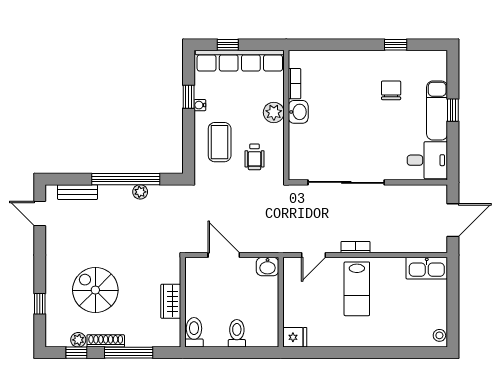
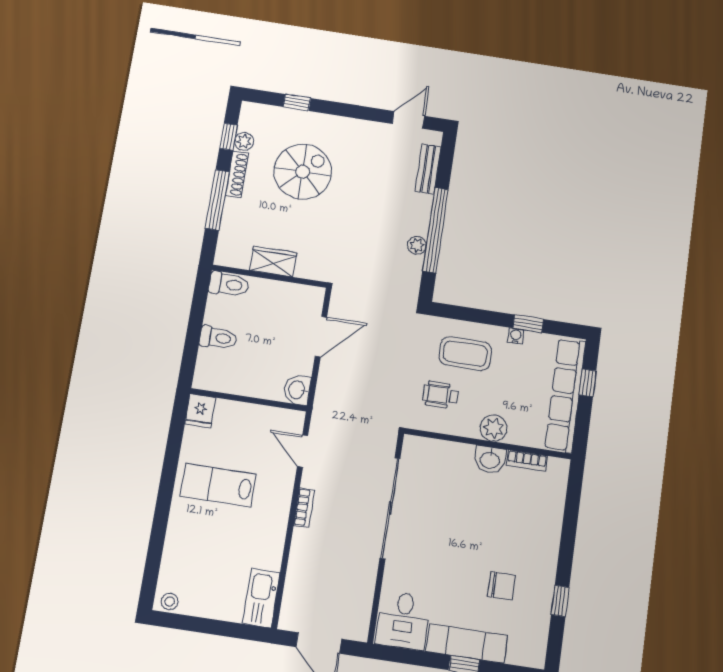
lab bench: (357, 289) -> (218, 485), moved

